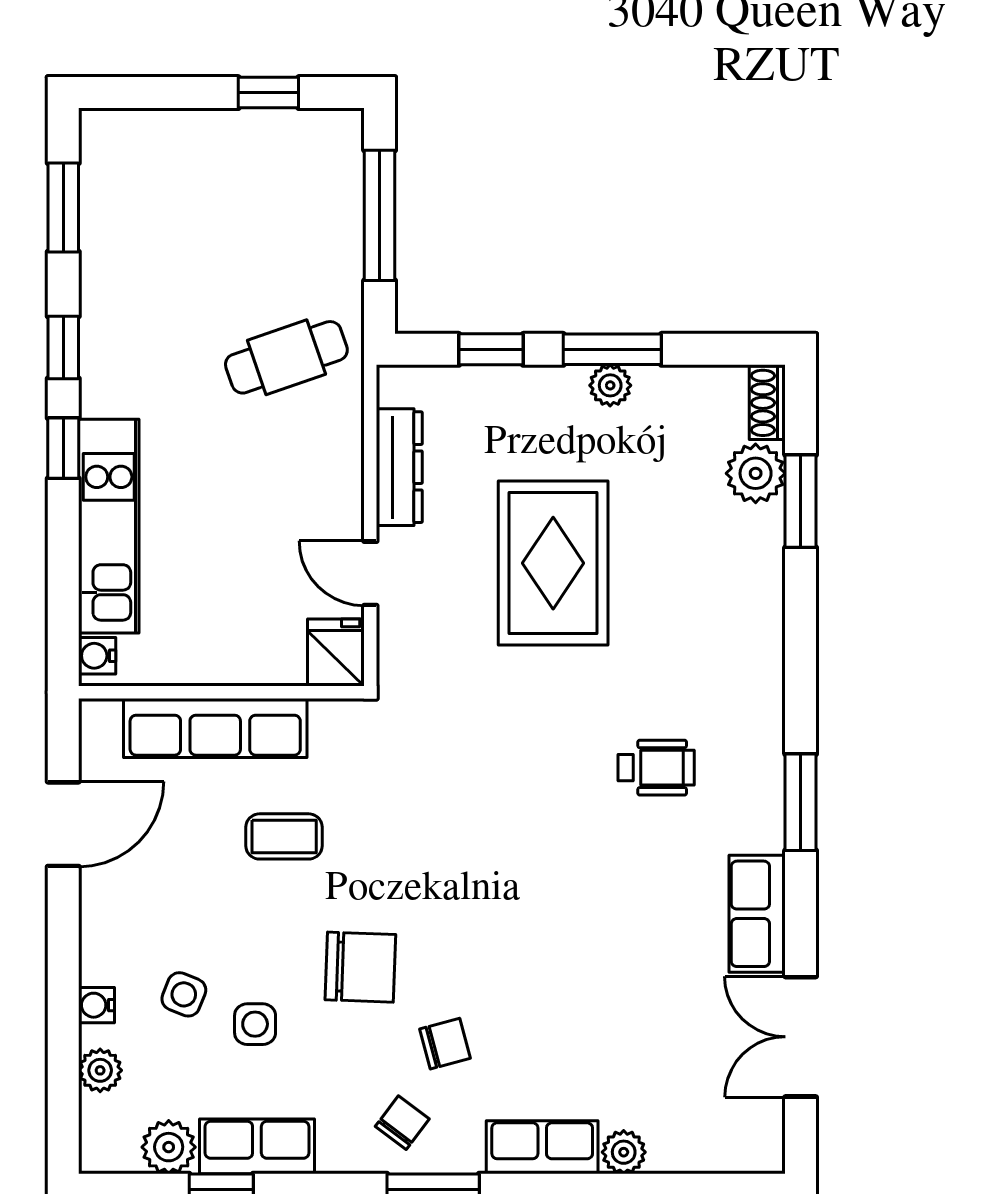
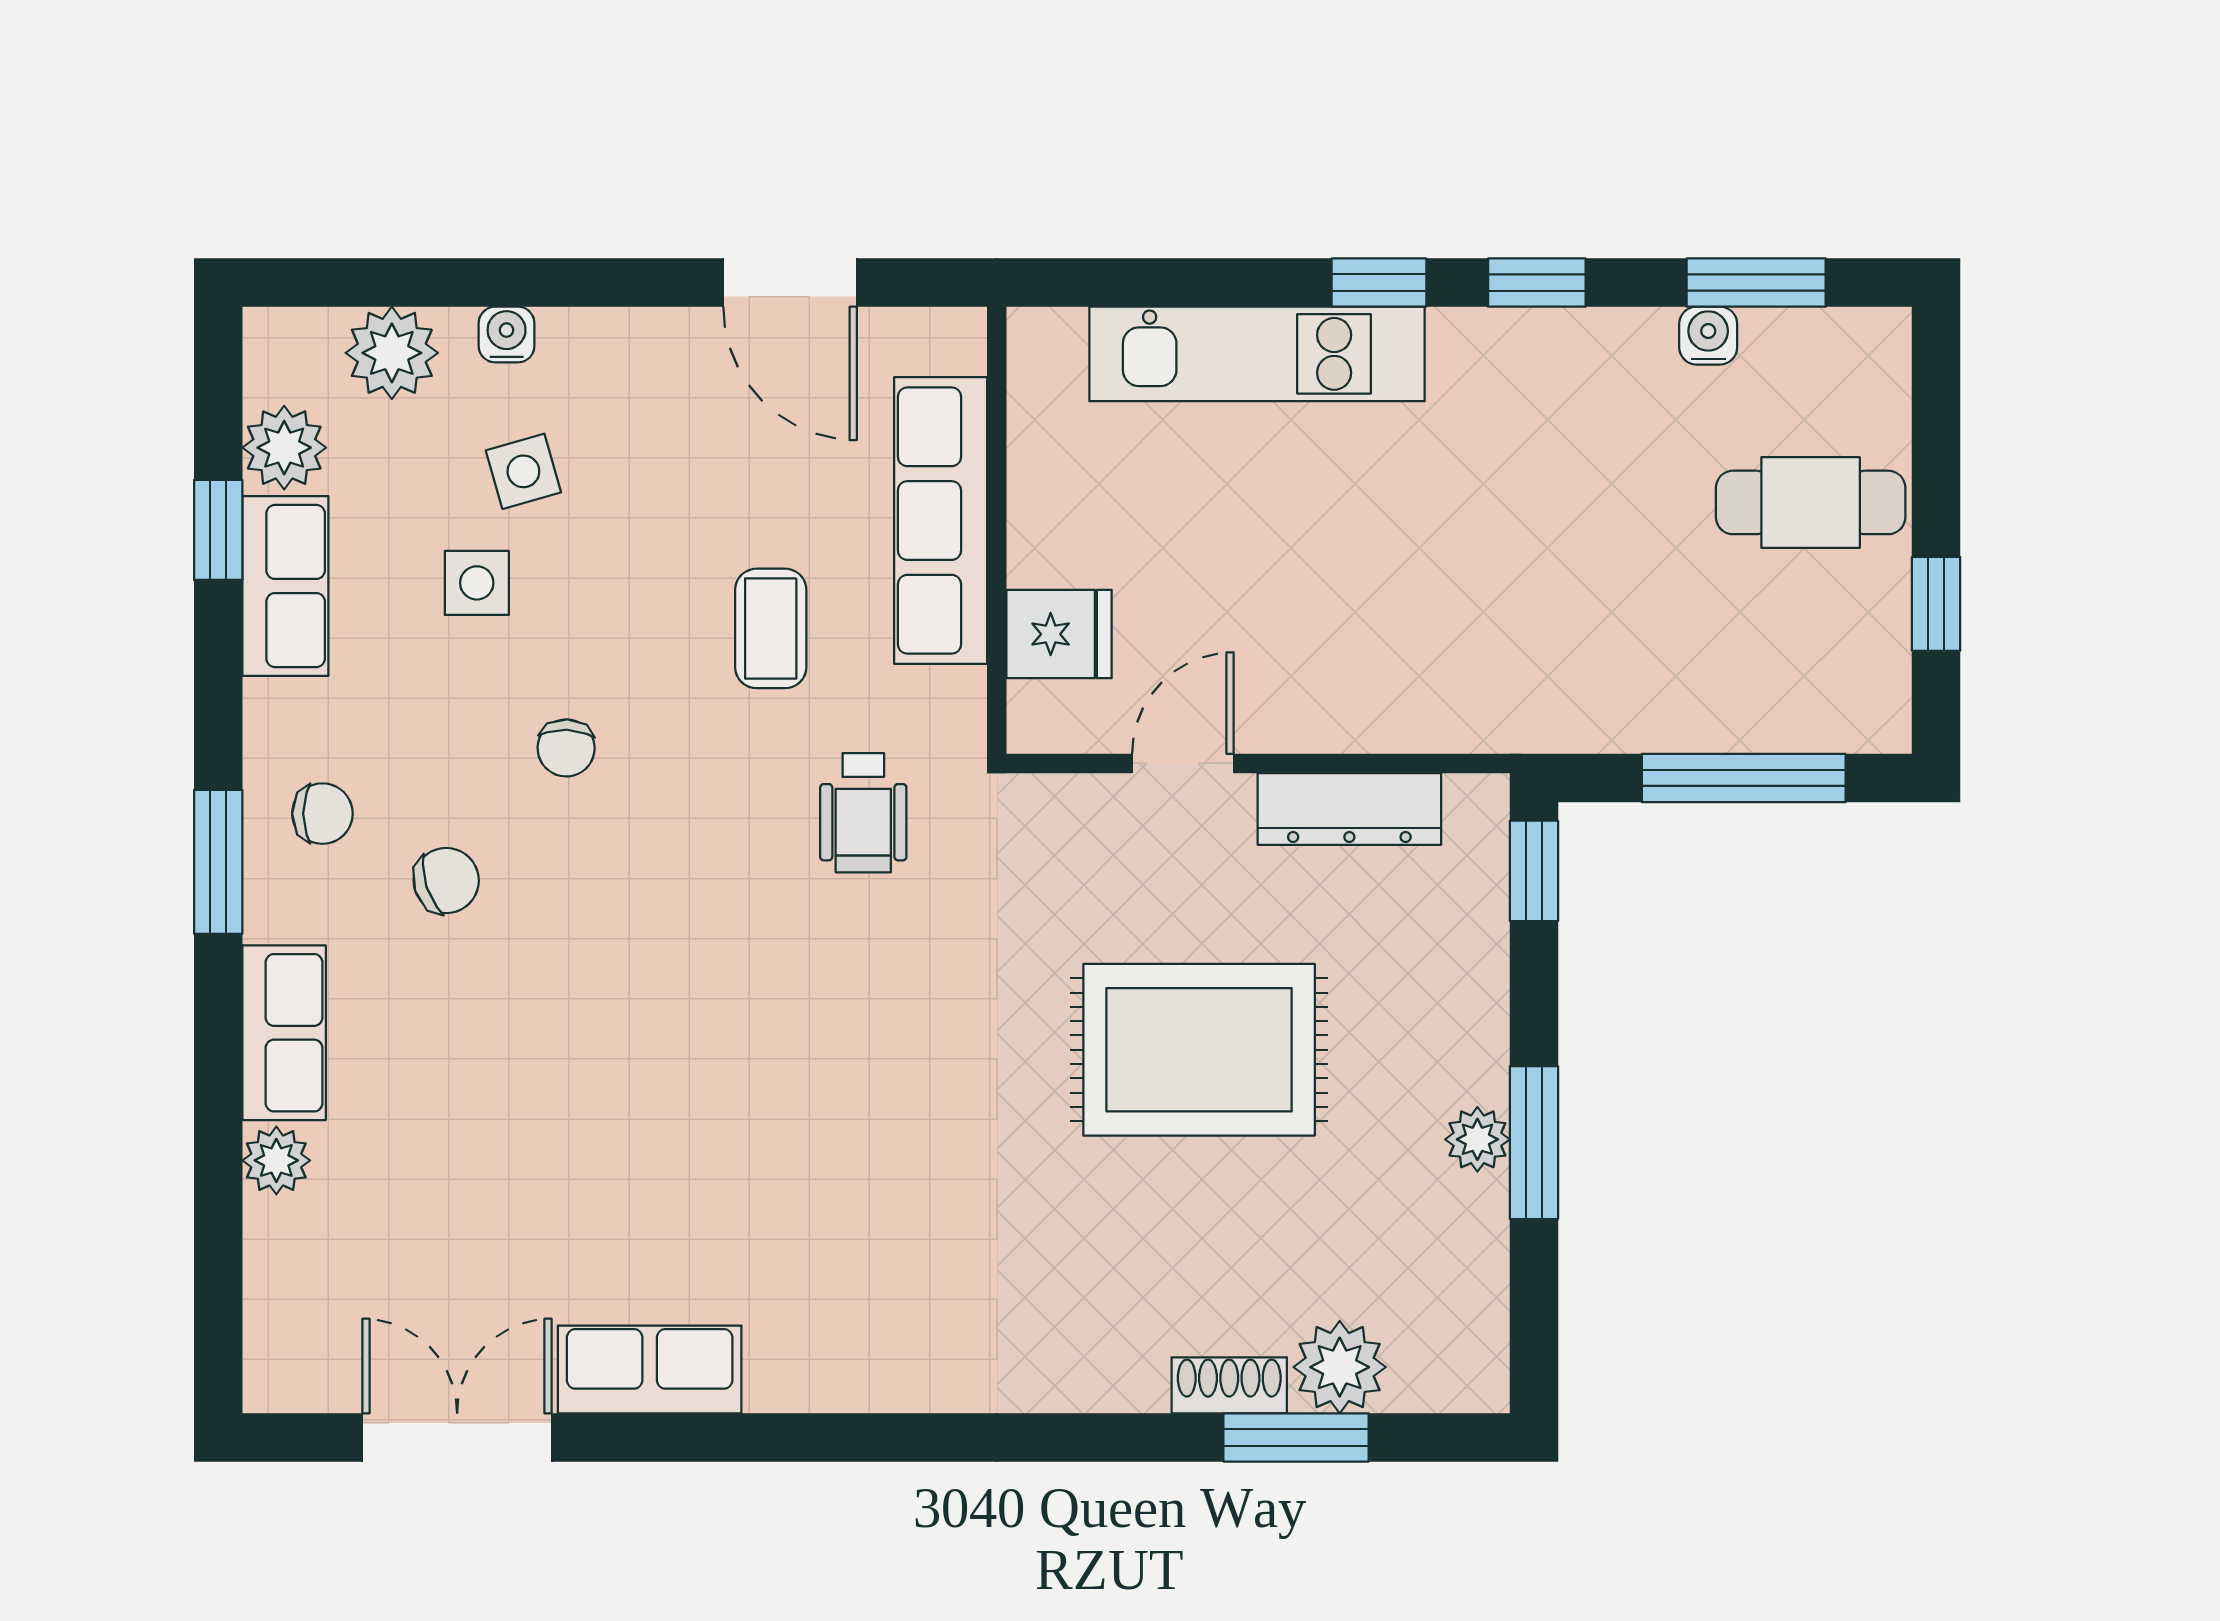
window: (491, 349) -> (1534, 871), moved
cafe table: (286, 357) -> (1811, 502), moved, turned -71
shoe rack: (767, 403) -> (1229, 1385), moved
fridge: (336, 652) -> (1059, 634), moved
water cooler: (97, 656) -> (1708, 336), moved
wheelchair: (656, 768) -> (863, 813), moved
window: (801, 802) -> (824, 1437), removed
chair: (360, 967) -> (566, 748), width x0.54, depth x0.54
side table: (184, 994) -> (523, 471), turned -38
chair: (445, 1044) -> (446, 881), turned -93
plant: (100, 1070) -> (392, 353), width x1.38, depth x1.38
chair: (402, 1123) -> (322, 814), turned -37

